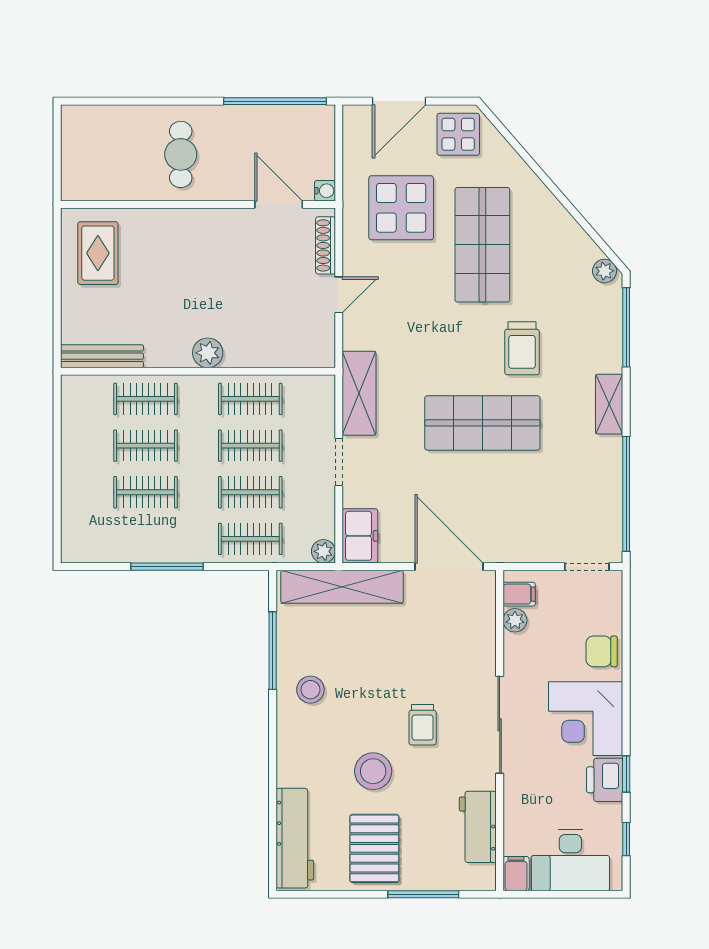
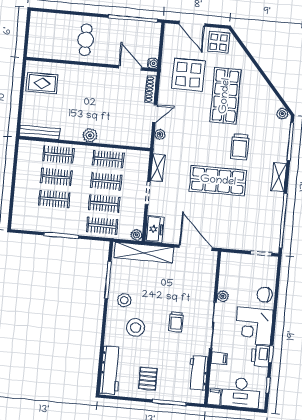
door: (399, 101) -> (192, 24), hinge flipped
rug: (98, 253) -> (42, 83), turned 90
plant: (353, 338) -> (160, 134), added
shelving: (359, 393) -> (158, 168), width x0.67, depth x0.75
filing cabinet: (519, 594) -> (219, 358), moved
plant: (515, 620) -> (223, 296), moved
stool: (373, 771) -> (136, 328), moved
pallet: (374, 848) -> (148, 379), width x0.67, depth x0.71

